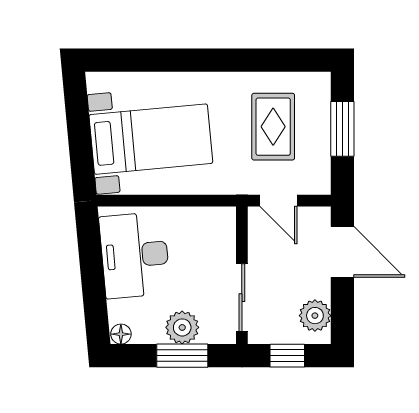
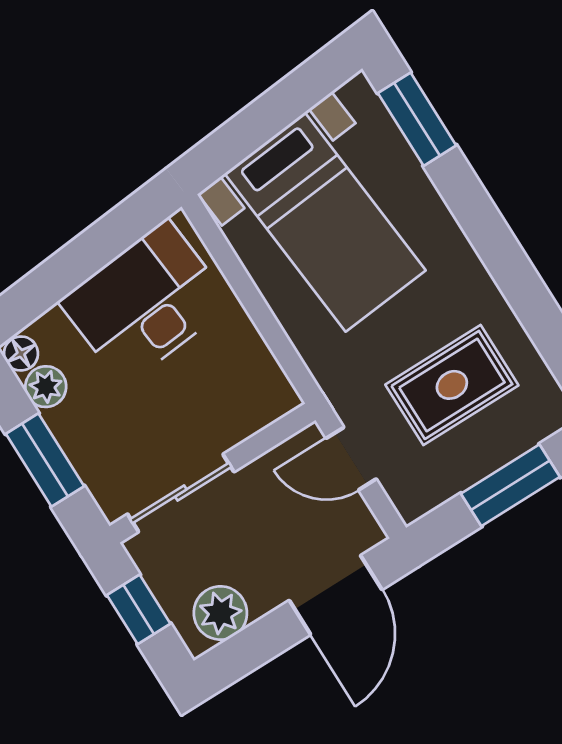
window: (128, 60) -> (417, 119), added
door: (278, 201) -> (351, 459), hinge flipped
plant: (182, 327) -> (46, 387), moved, width x0.73, depth x0.73

